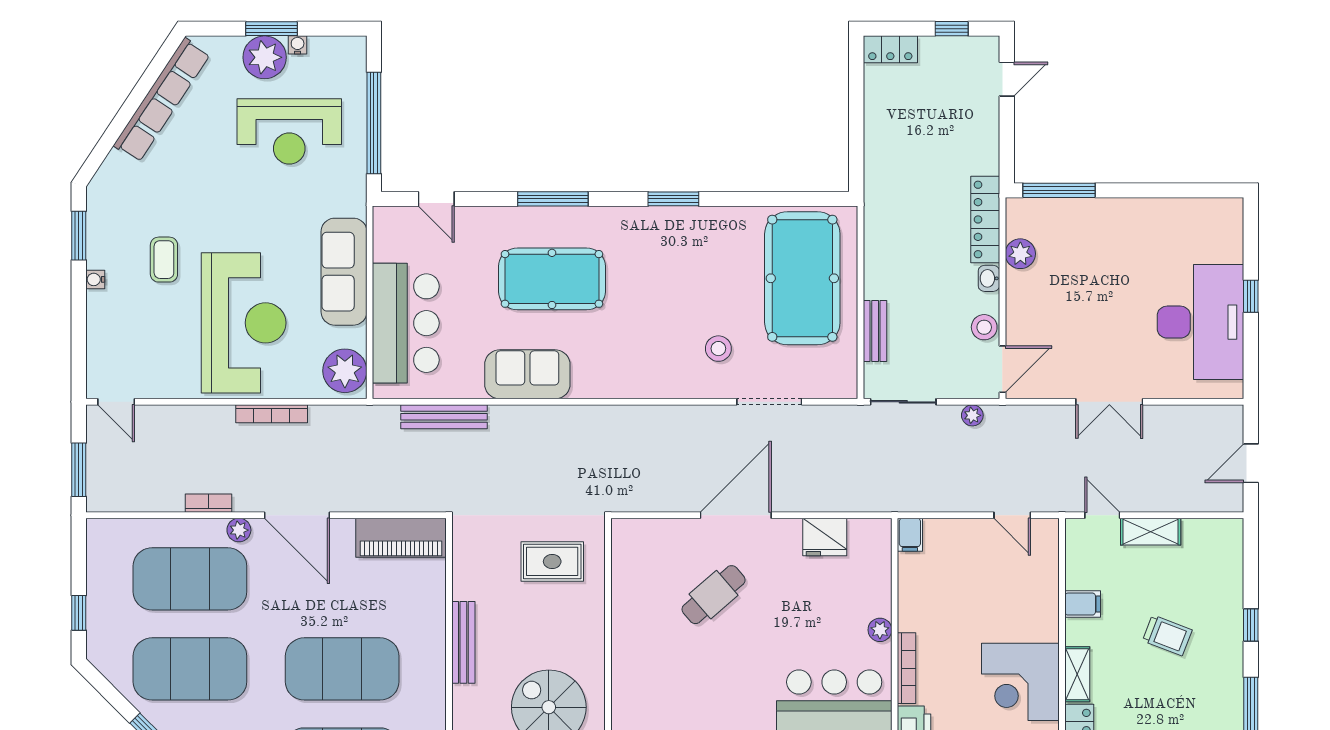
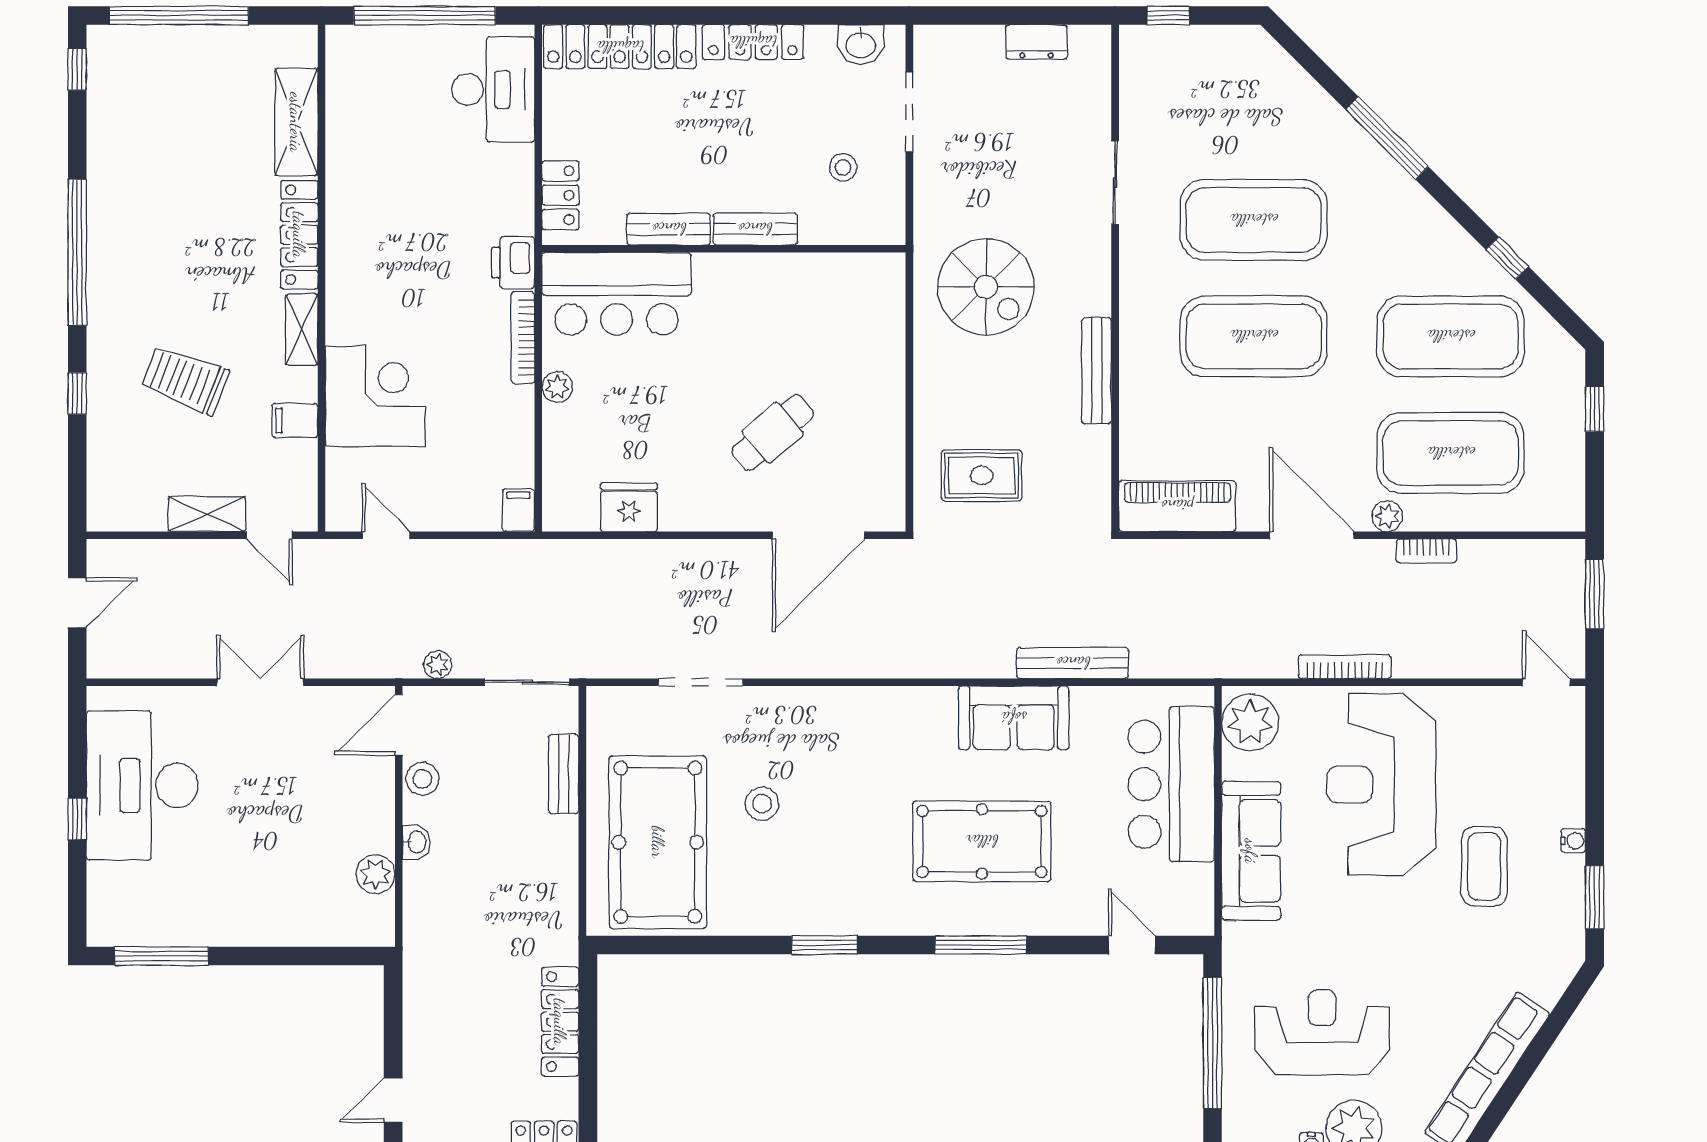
window: (1059, 190) -> (161, 956), moved
locker: (985, 219) -> (560, 1022), moved, turned 180
coffee table: (164, 260) -> (1484, 866), width x1.36, depth x1.30
stool: (718, 349) -> (762, 804), moved
bench: (444, 417) -> (1073, 663), moved
door: (736, 515) -> (819, 535), moved
trolley: (1167, 635) -> (185, 380), width x1.36, depth x1.39
corner desk: (1020, 682) -> (375, 396), moved

